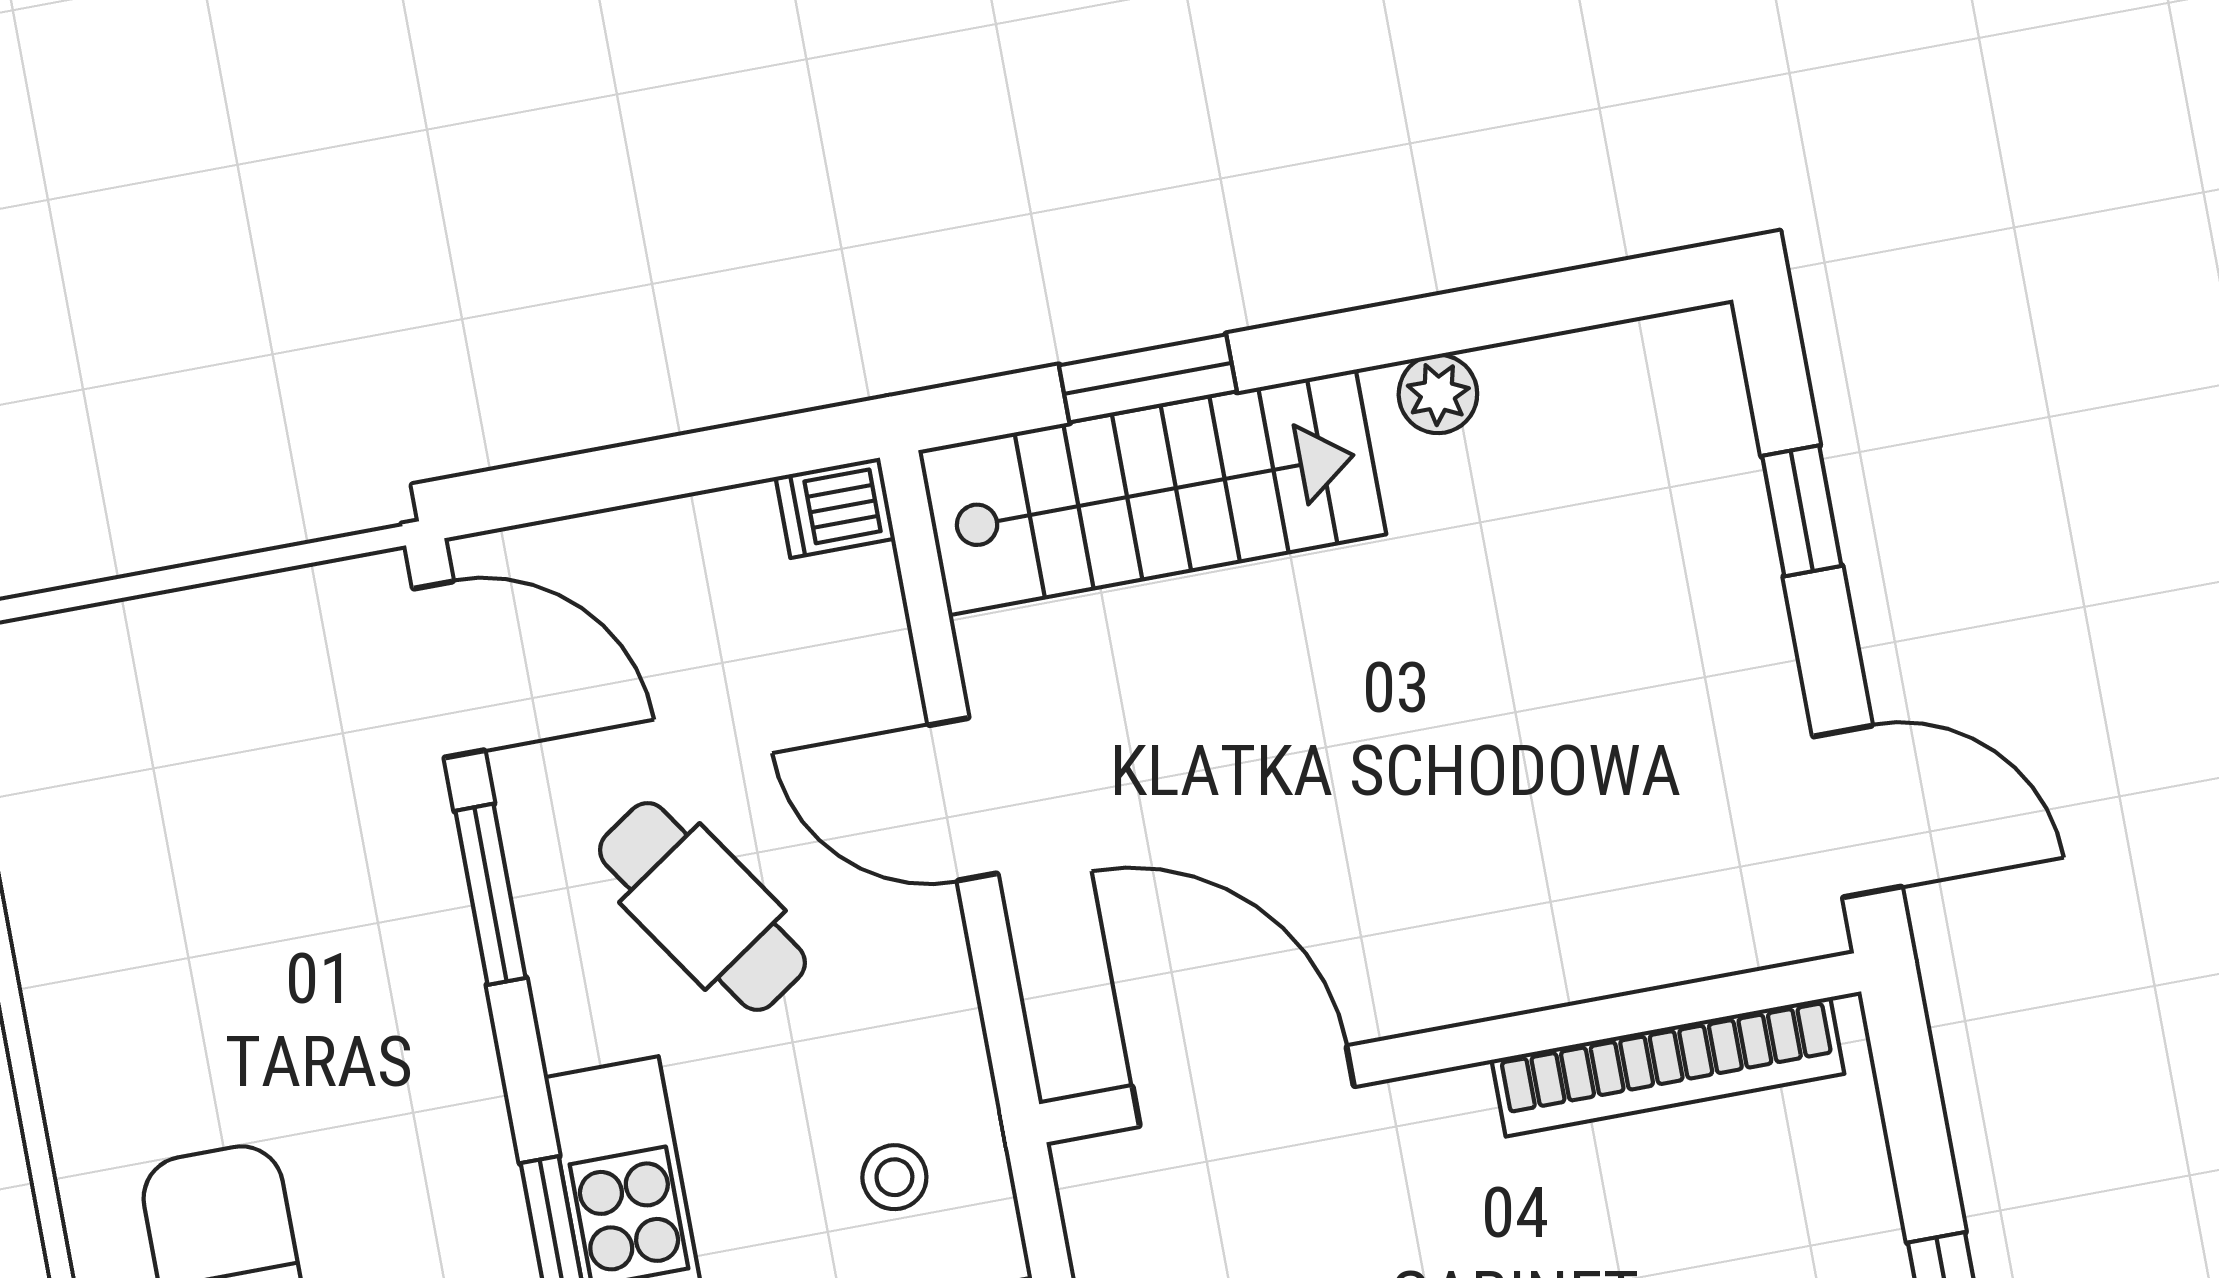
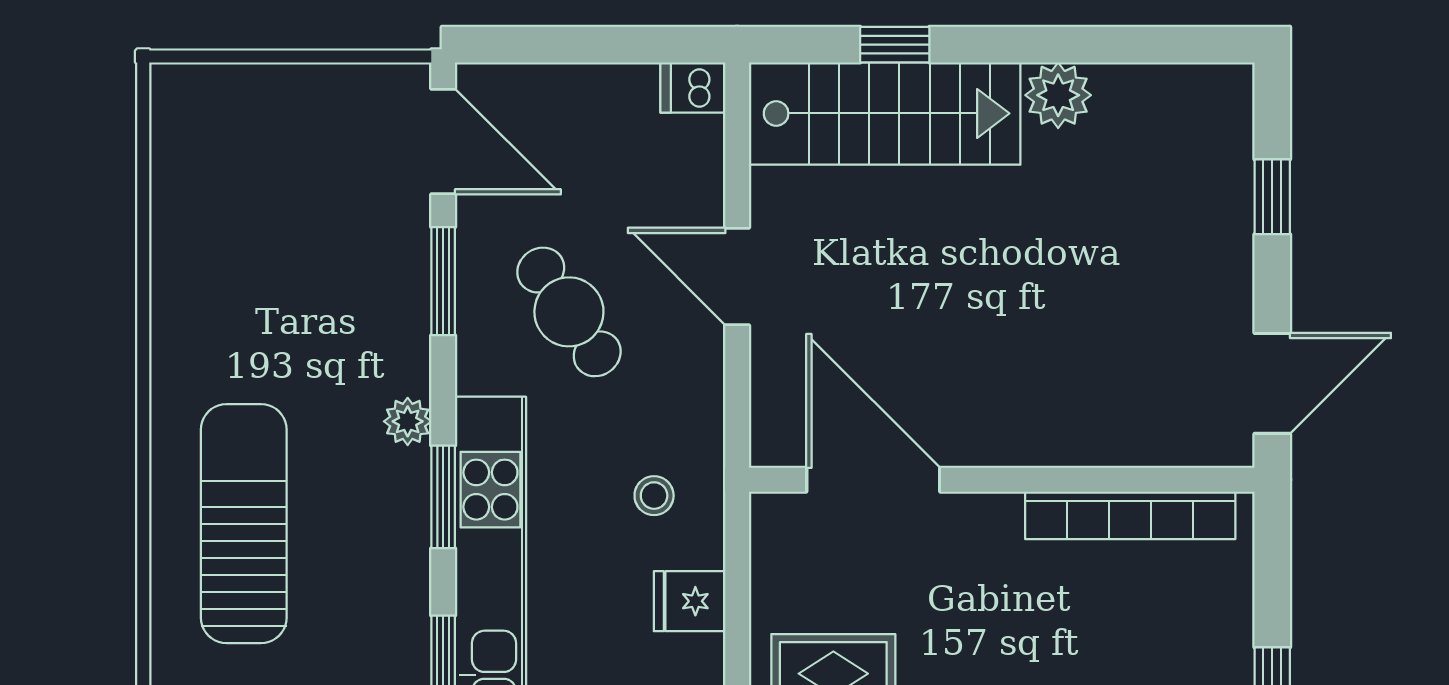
window: (1148, 378) -> (895, 45), width x0.67
plant: (1438, 394) -> (1058, 95), width x1.38, depth x1.38
door: (1857, 812) -> (1272, 383), hinge flipped
plant: (475, 1131) -> (408, 421), added

